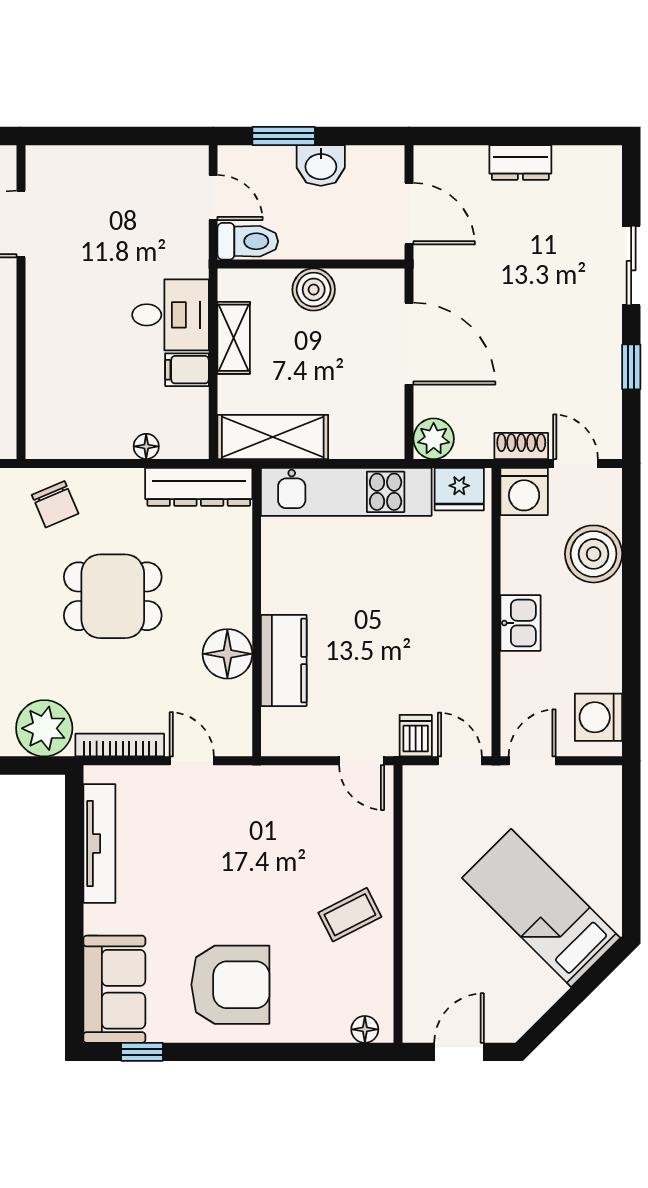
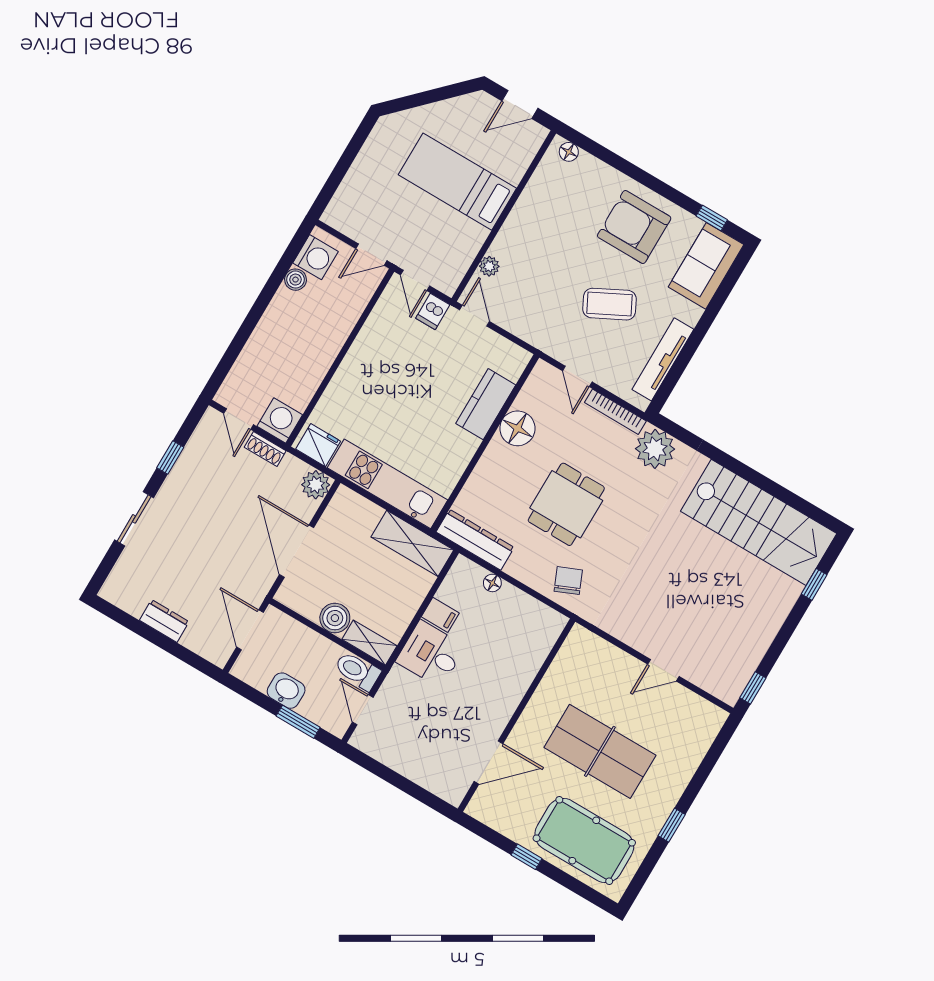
shelving: (234, 338) -> (369, 643), moved, turned 90
boiler: (594, 554) -> (296, 280), moved, width x0.54, depth x0.54
dining table: (113, 596) -> (566, 504), turned 90
kitchen sink: (520, 623) -> (329, 342), removed
plant: (379, 832) -> (489, 266), added
bed: (541, 908) -> (457, 182), moved, turned 135
coffee table: (350, 915) -> (609, 304), moved, width x1.36, depth x1.30

